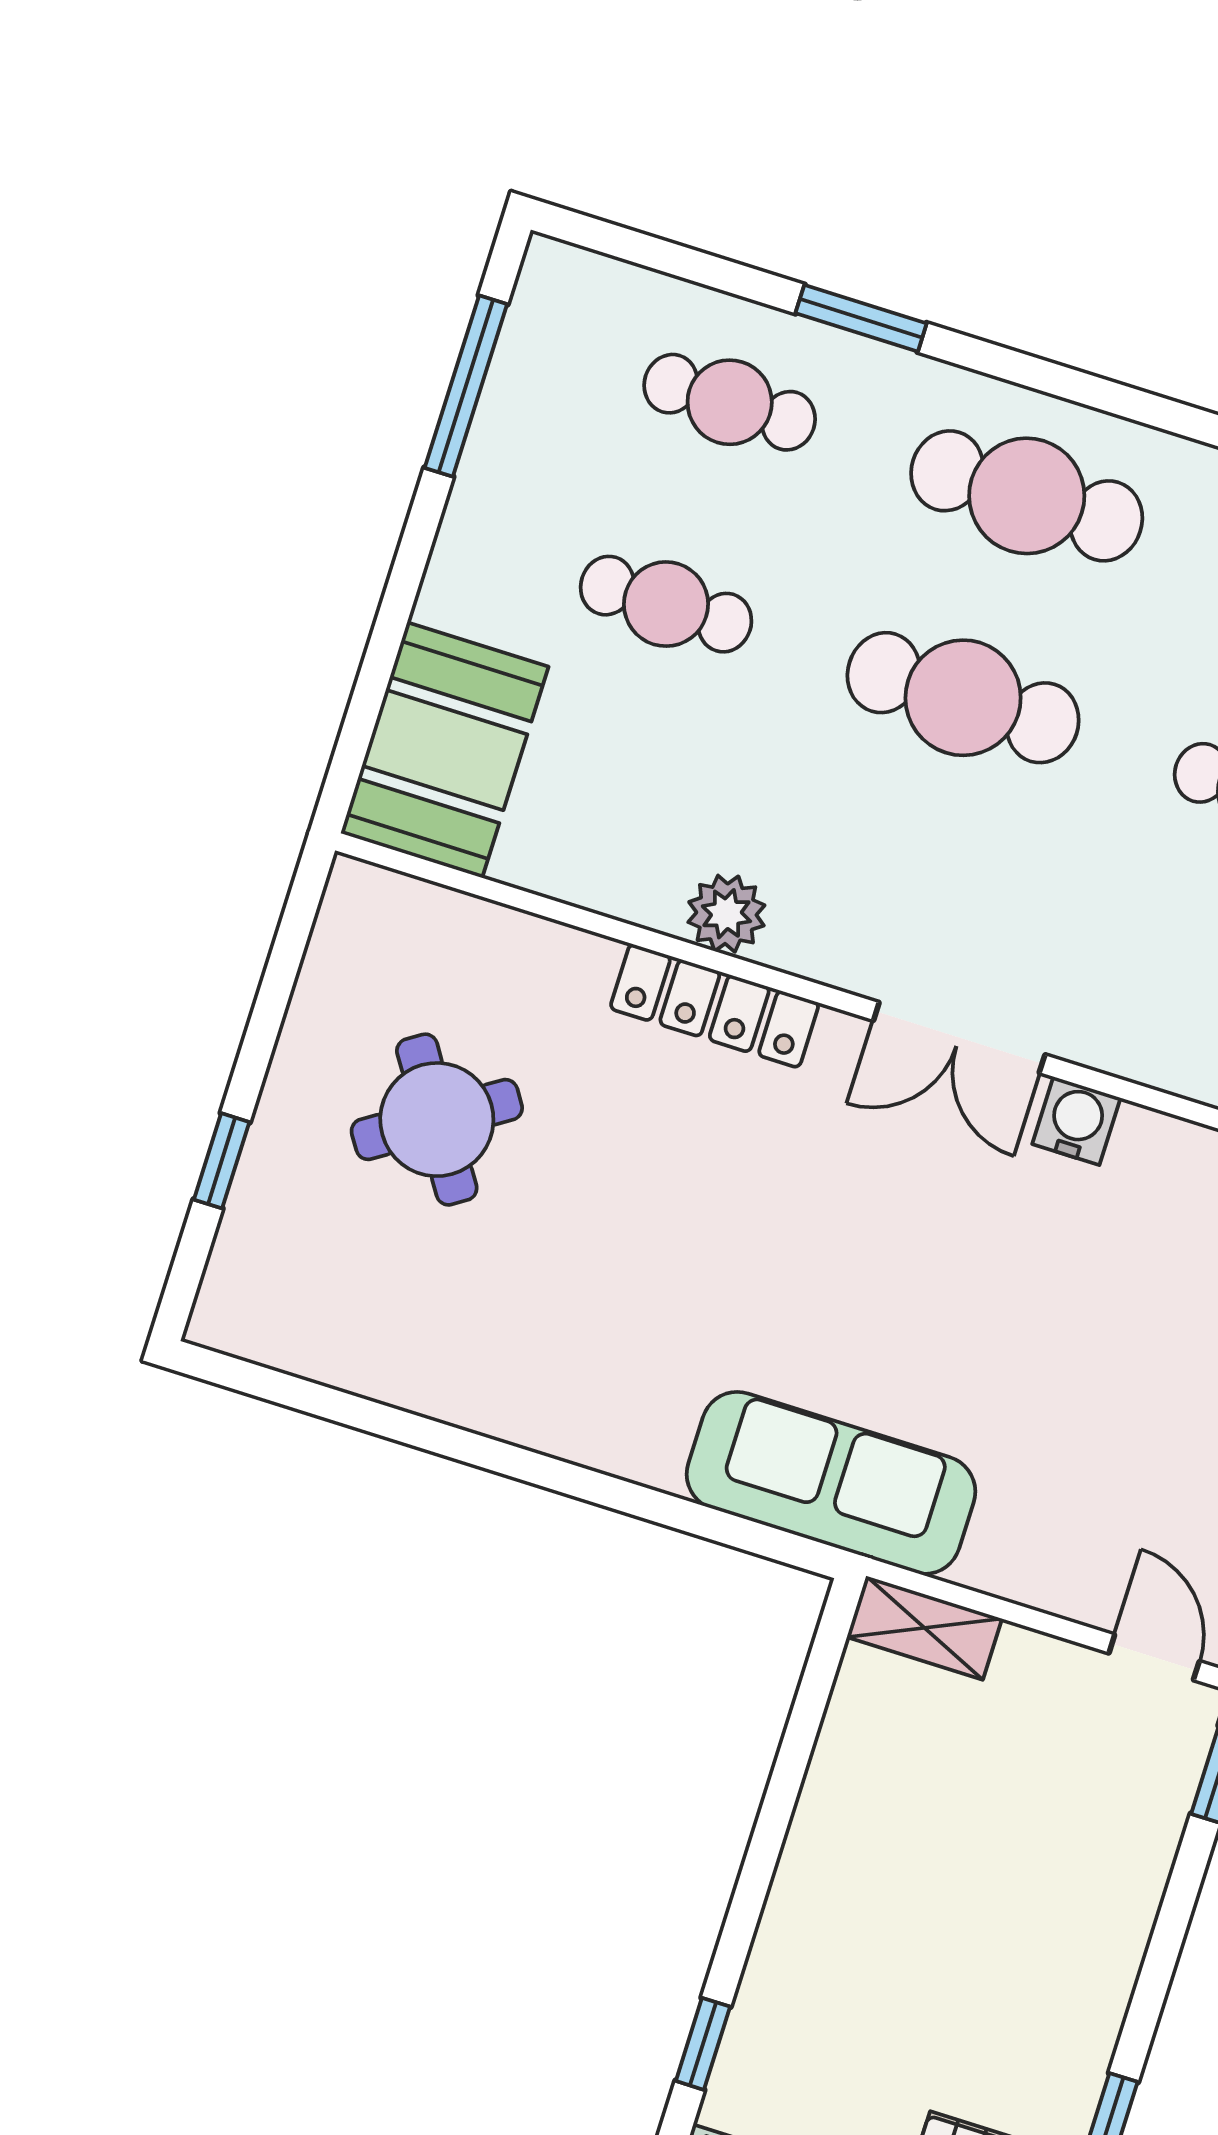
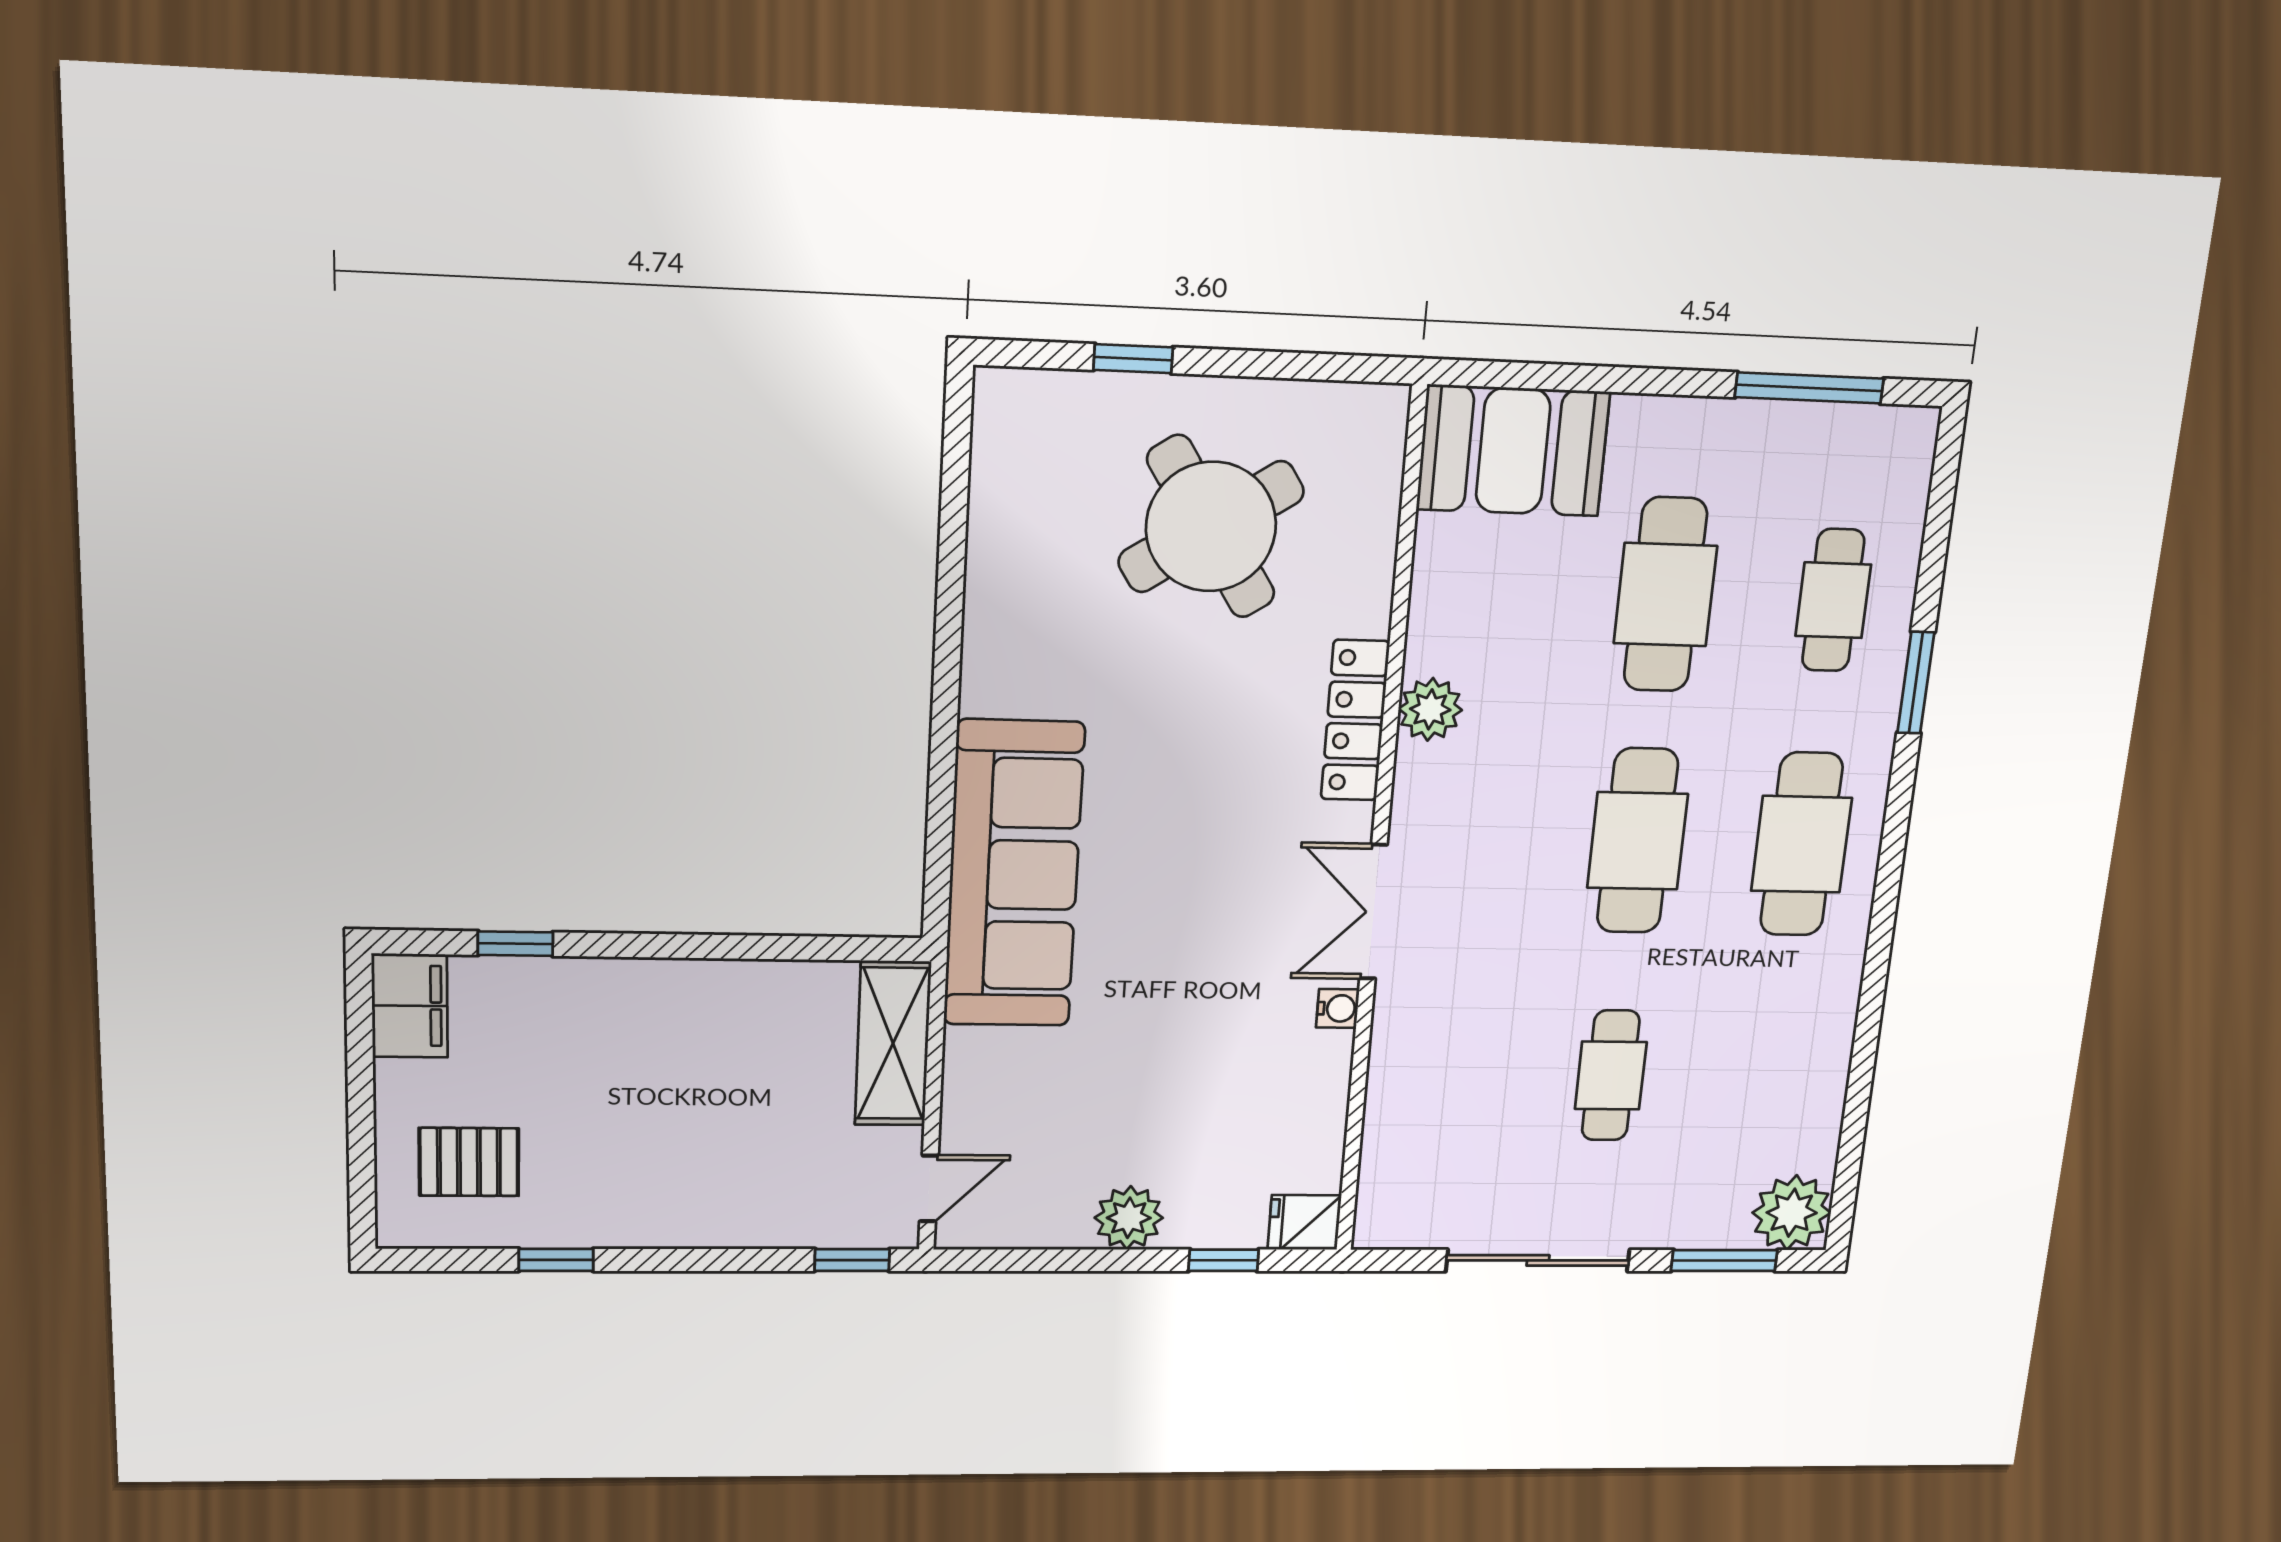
cafe table: (666, 604) -> (1665, 595), width x1.37, depth x1.35
round table: (437, 1120) -> (1211, 527), width x1.36, depth x1.36
water cooler: (1076, 1121) -> (1338, 1008), width x0.72, depth x0.72
sofa: (831, 1483) -> (1014, 875), width x1.36, depth x1.27
shelving: (924, 1628) -> (893, 1043), width x1.50, depth x1.33

